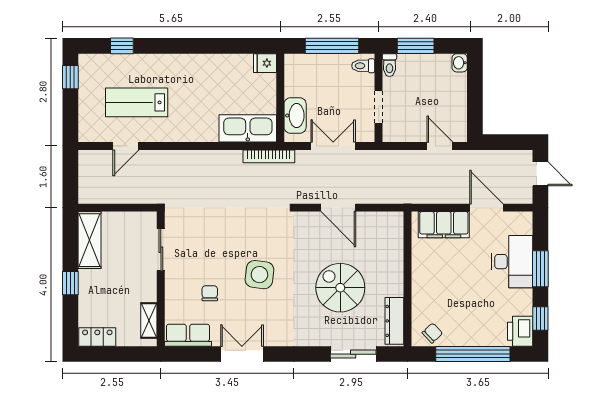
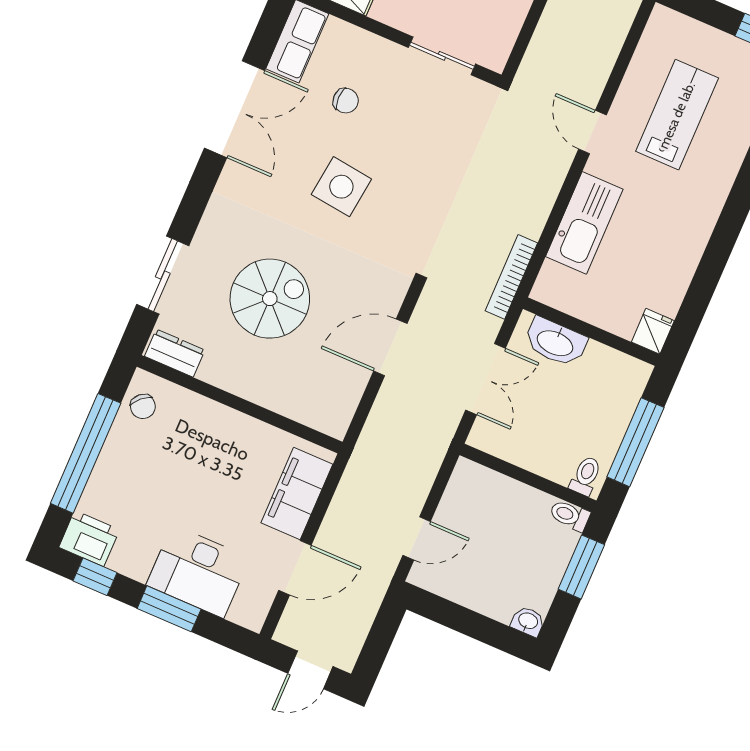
doorway: (379, 107) -> (514, 472), removed
kitchen sink: (248, 128) -> (584, 223), moved
door: (126, 146) -> (592, 132), moved
dresser: (394, 321) -> (175, 353), width x0.70
double door: (242, 354) -> (234, 109), width x1.37

